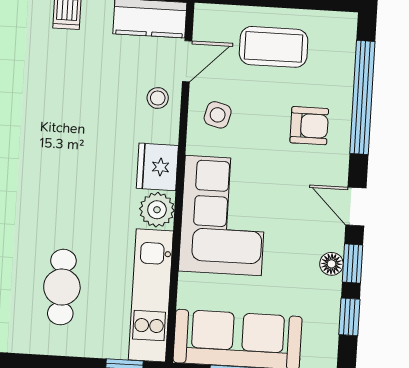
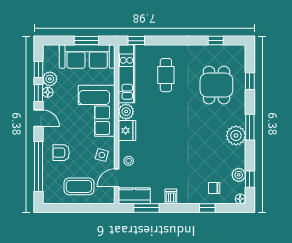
plant: (325, 294) -> (50, 79), added

